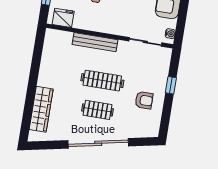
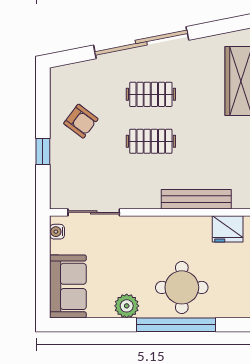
bench: (95, 42) -> (196, 199), moved
clothes rail: (102, 81) -> (151, 141), width x0.73
armchair: (144, 100) -> (81, 121), turned -143

